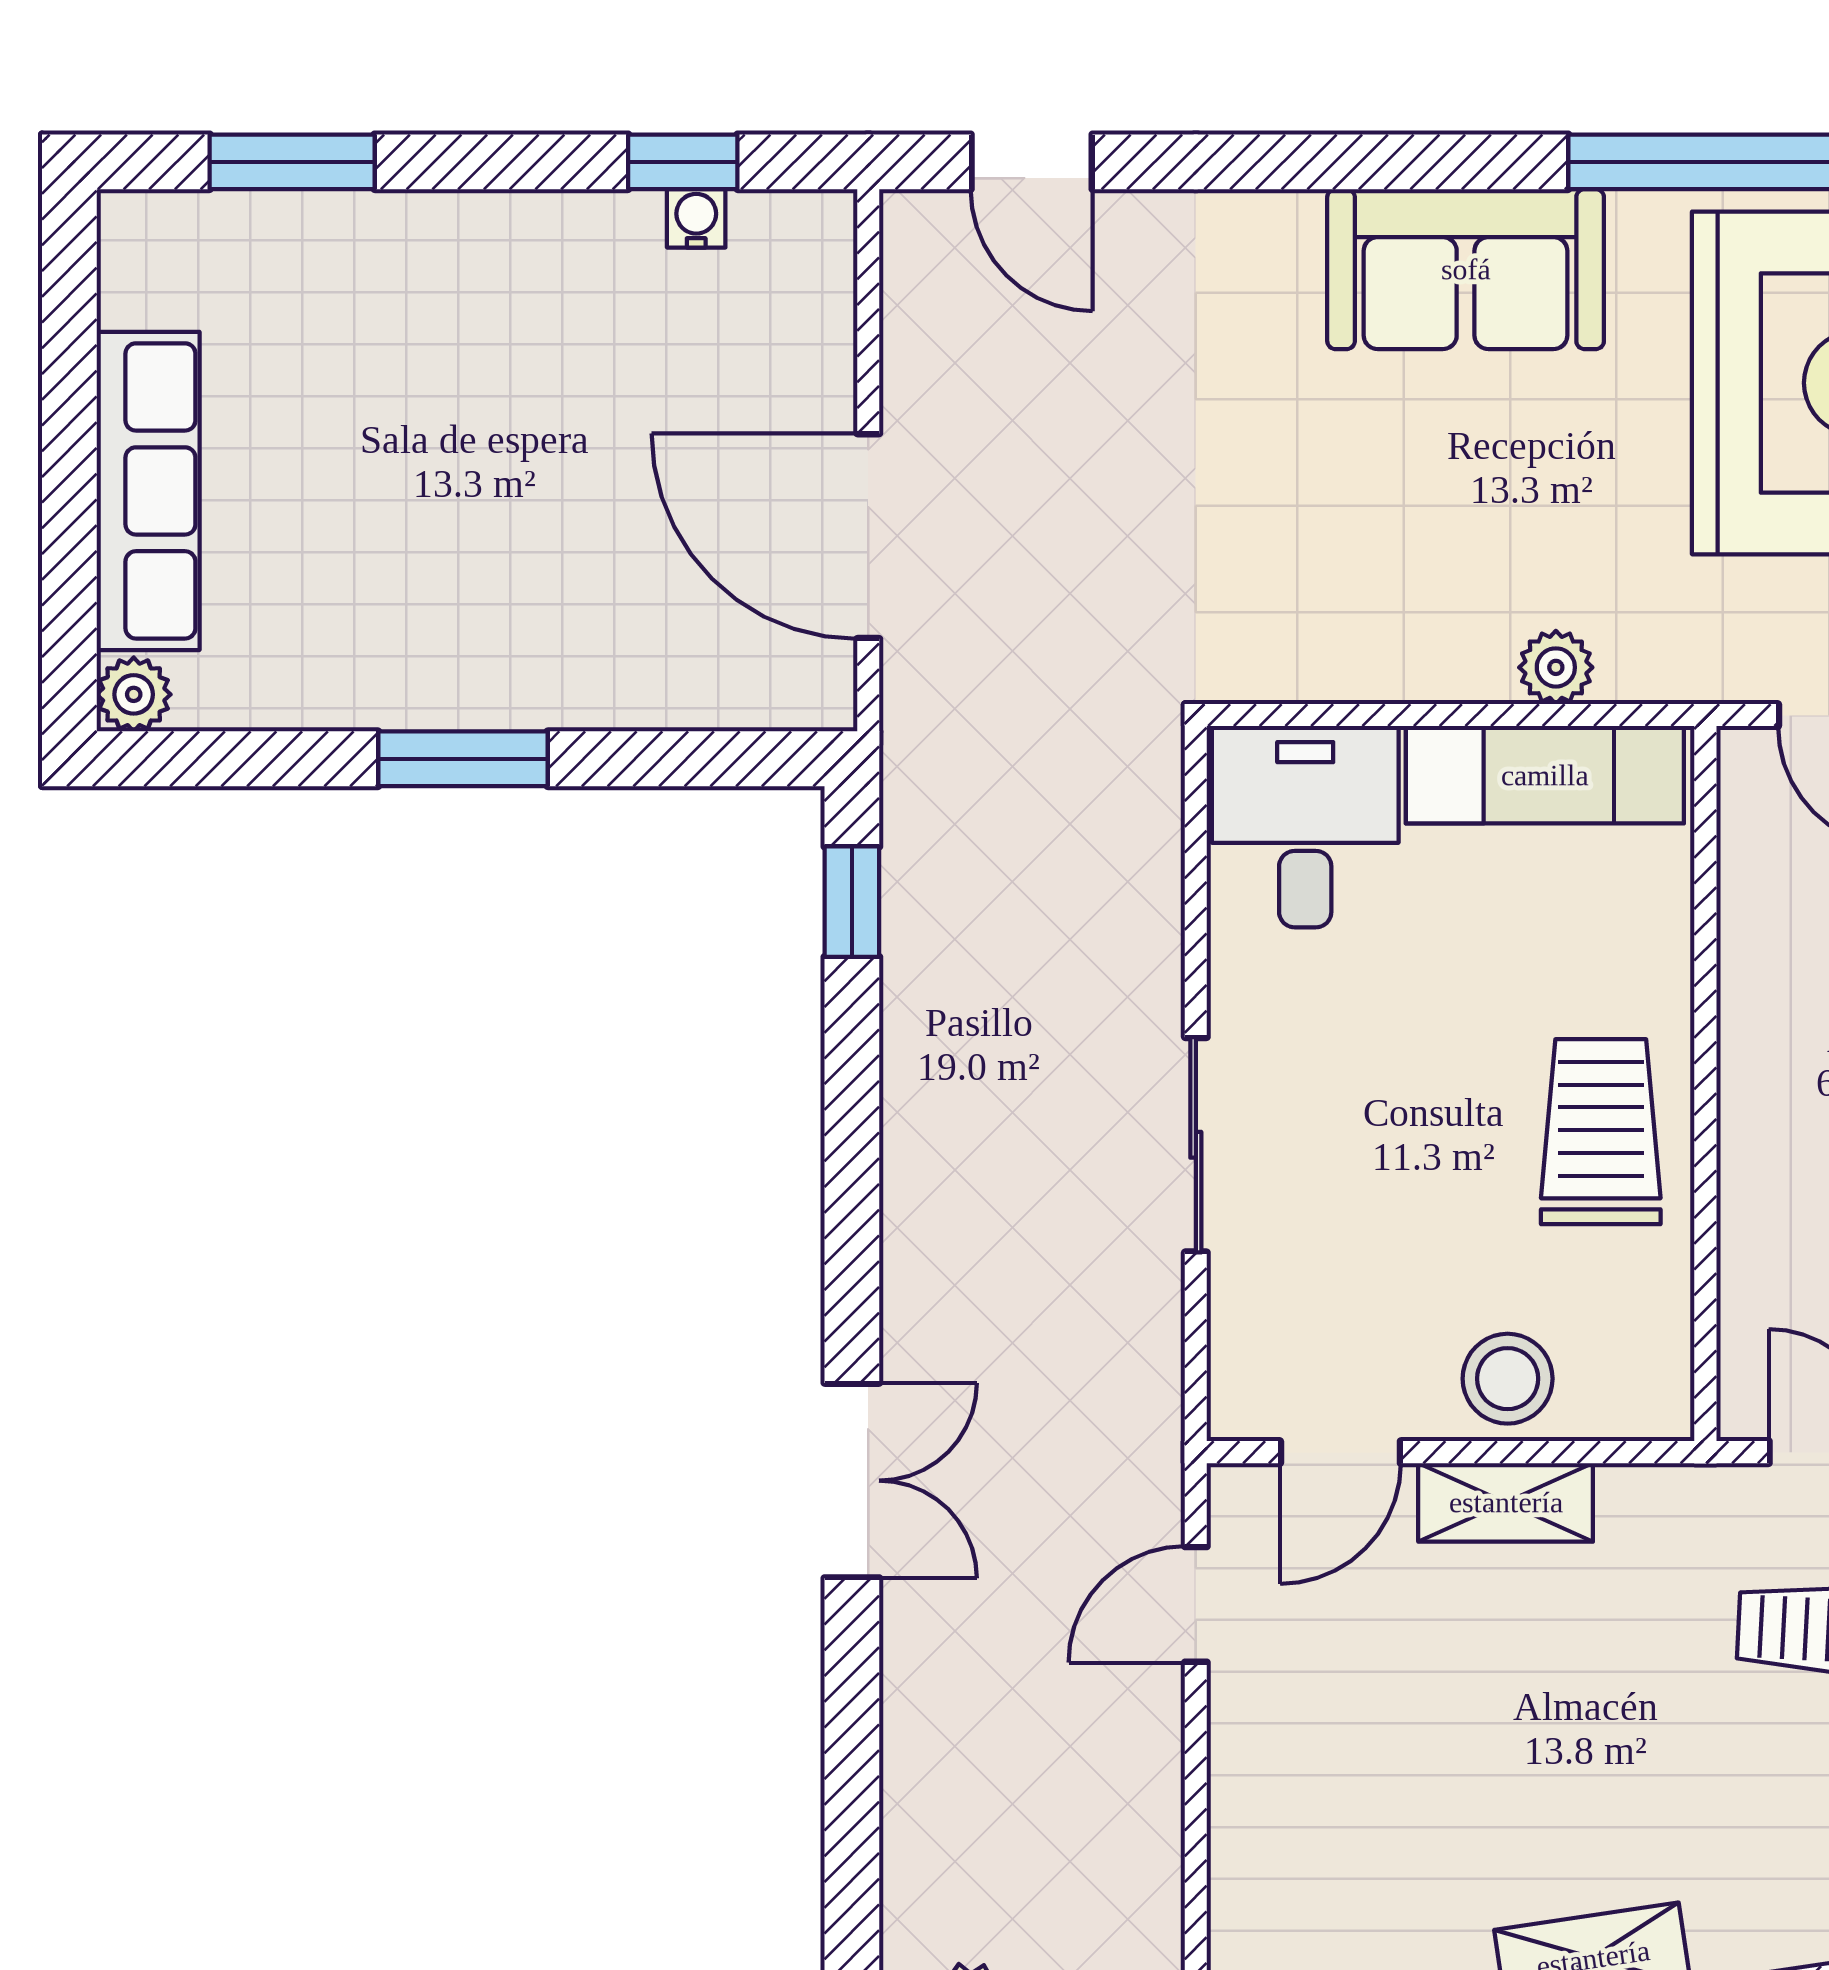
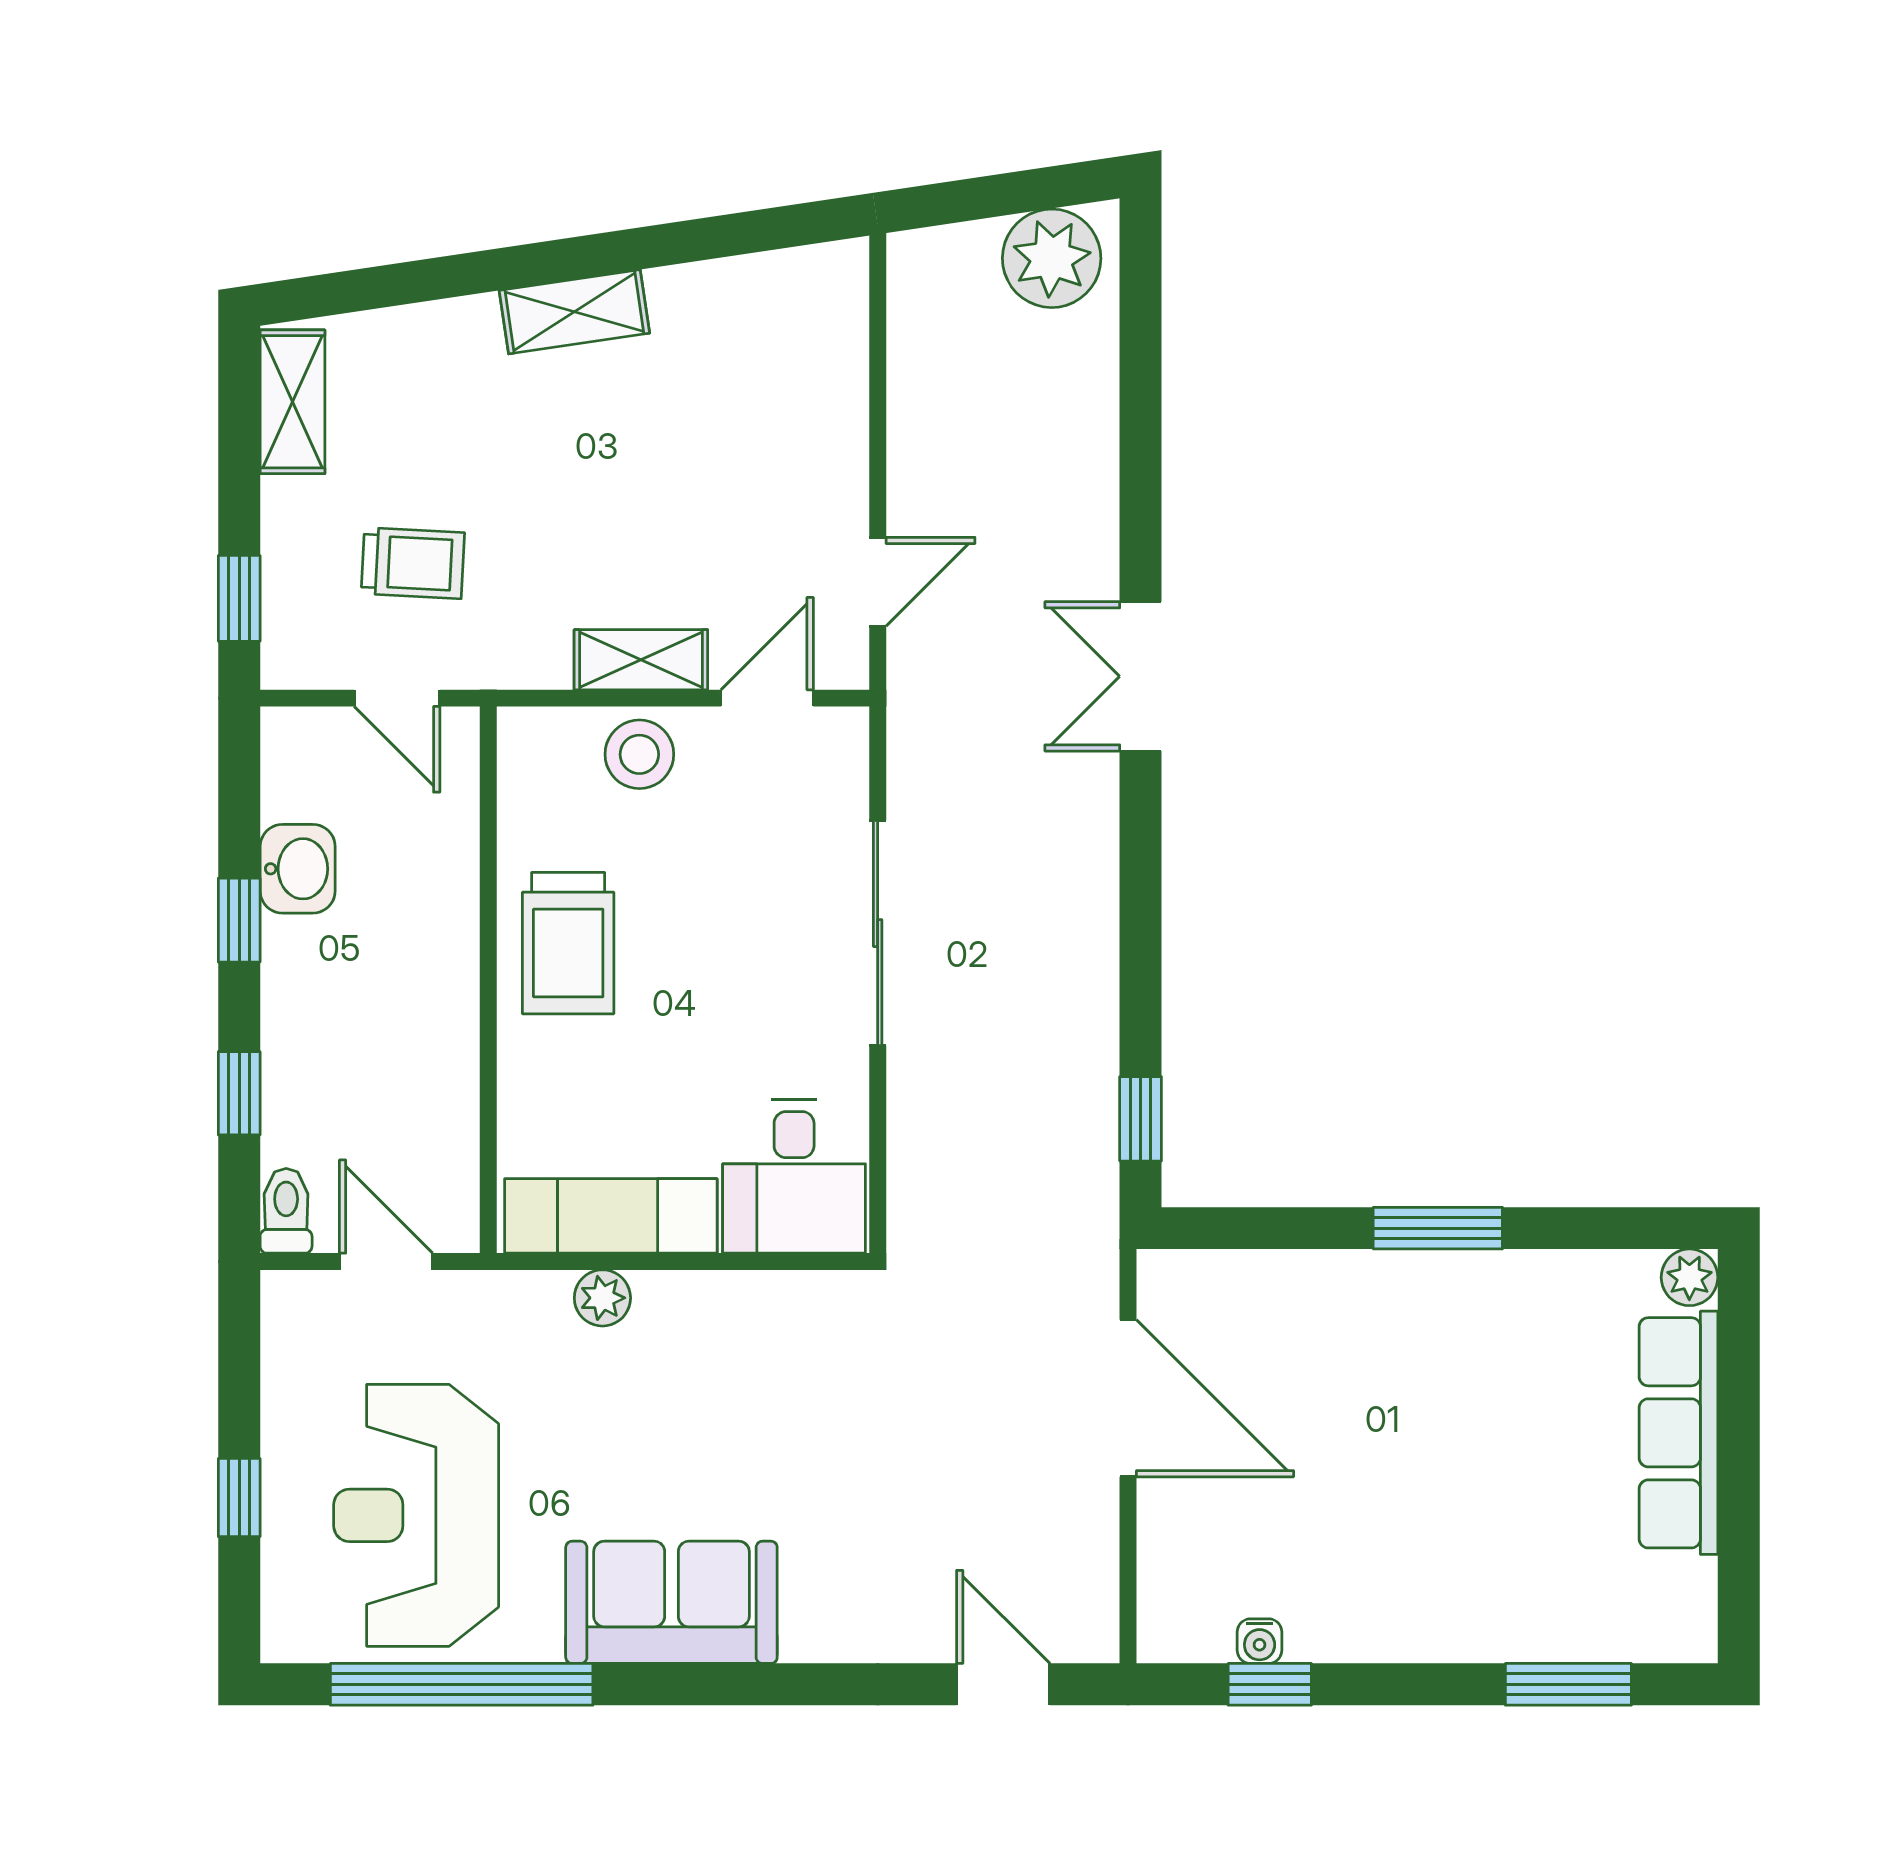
sliding door: (1196, 1145) -> (878, 933), width x1.37

